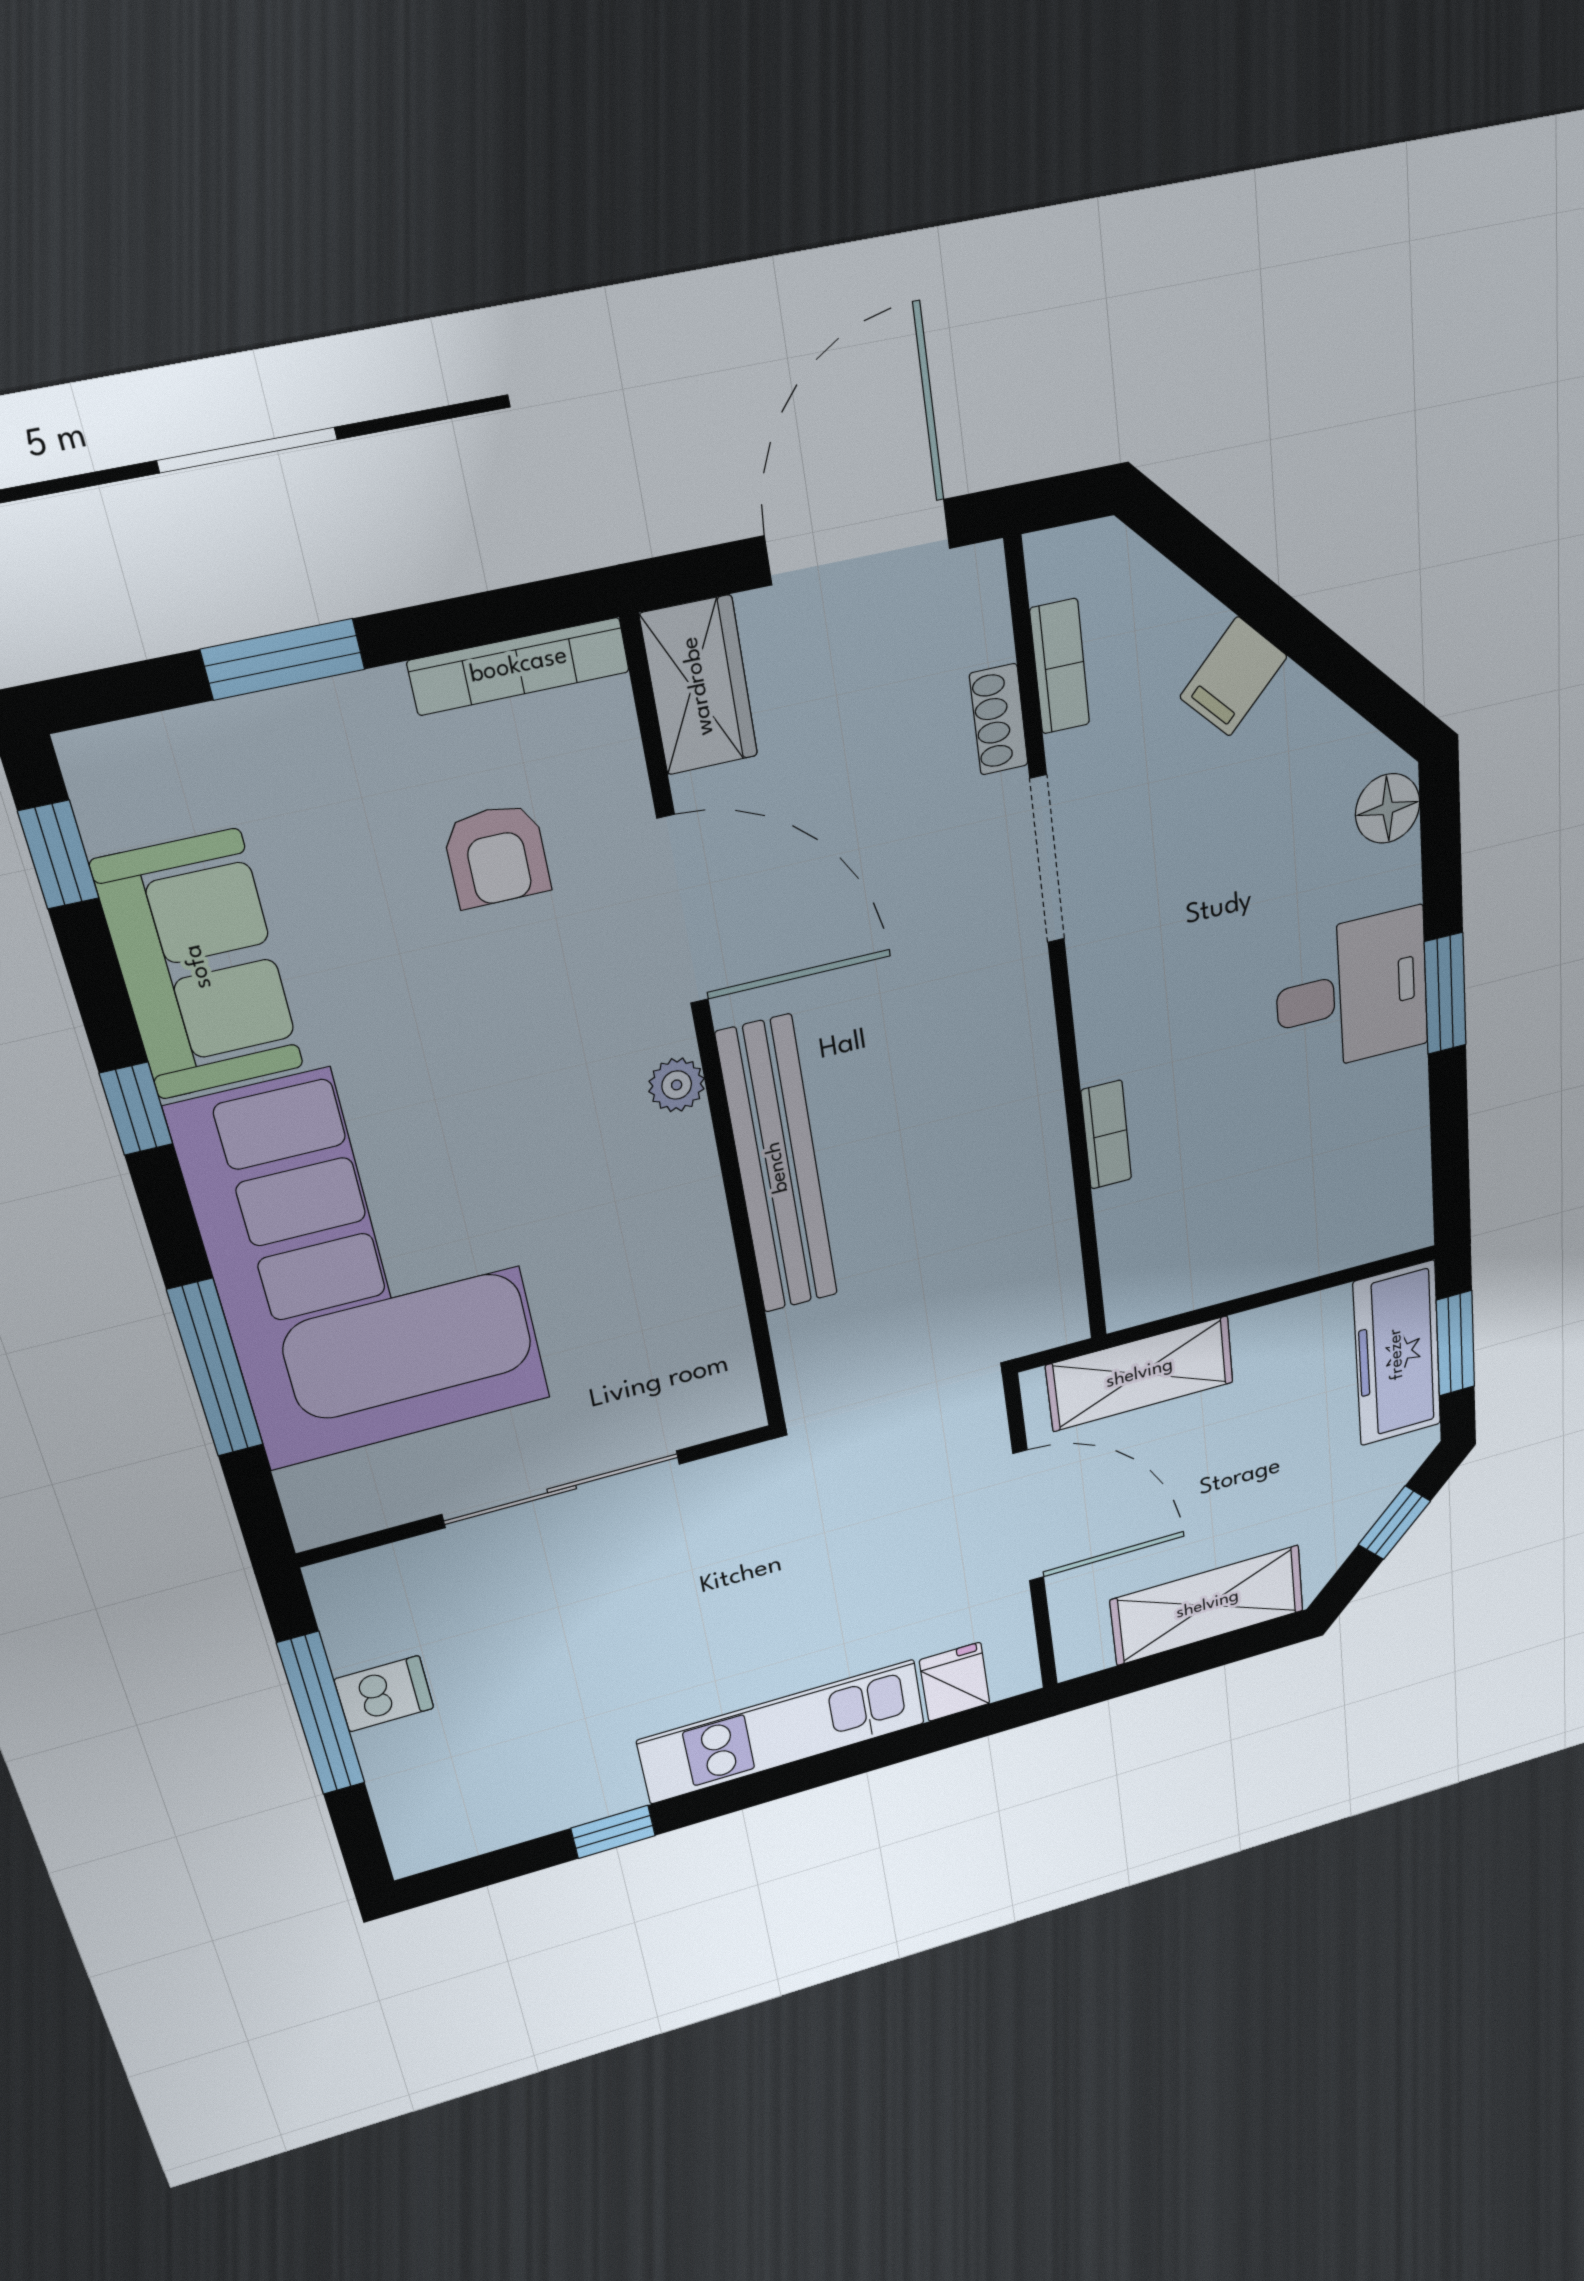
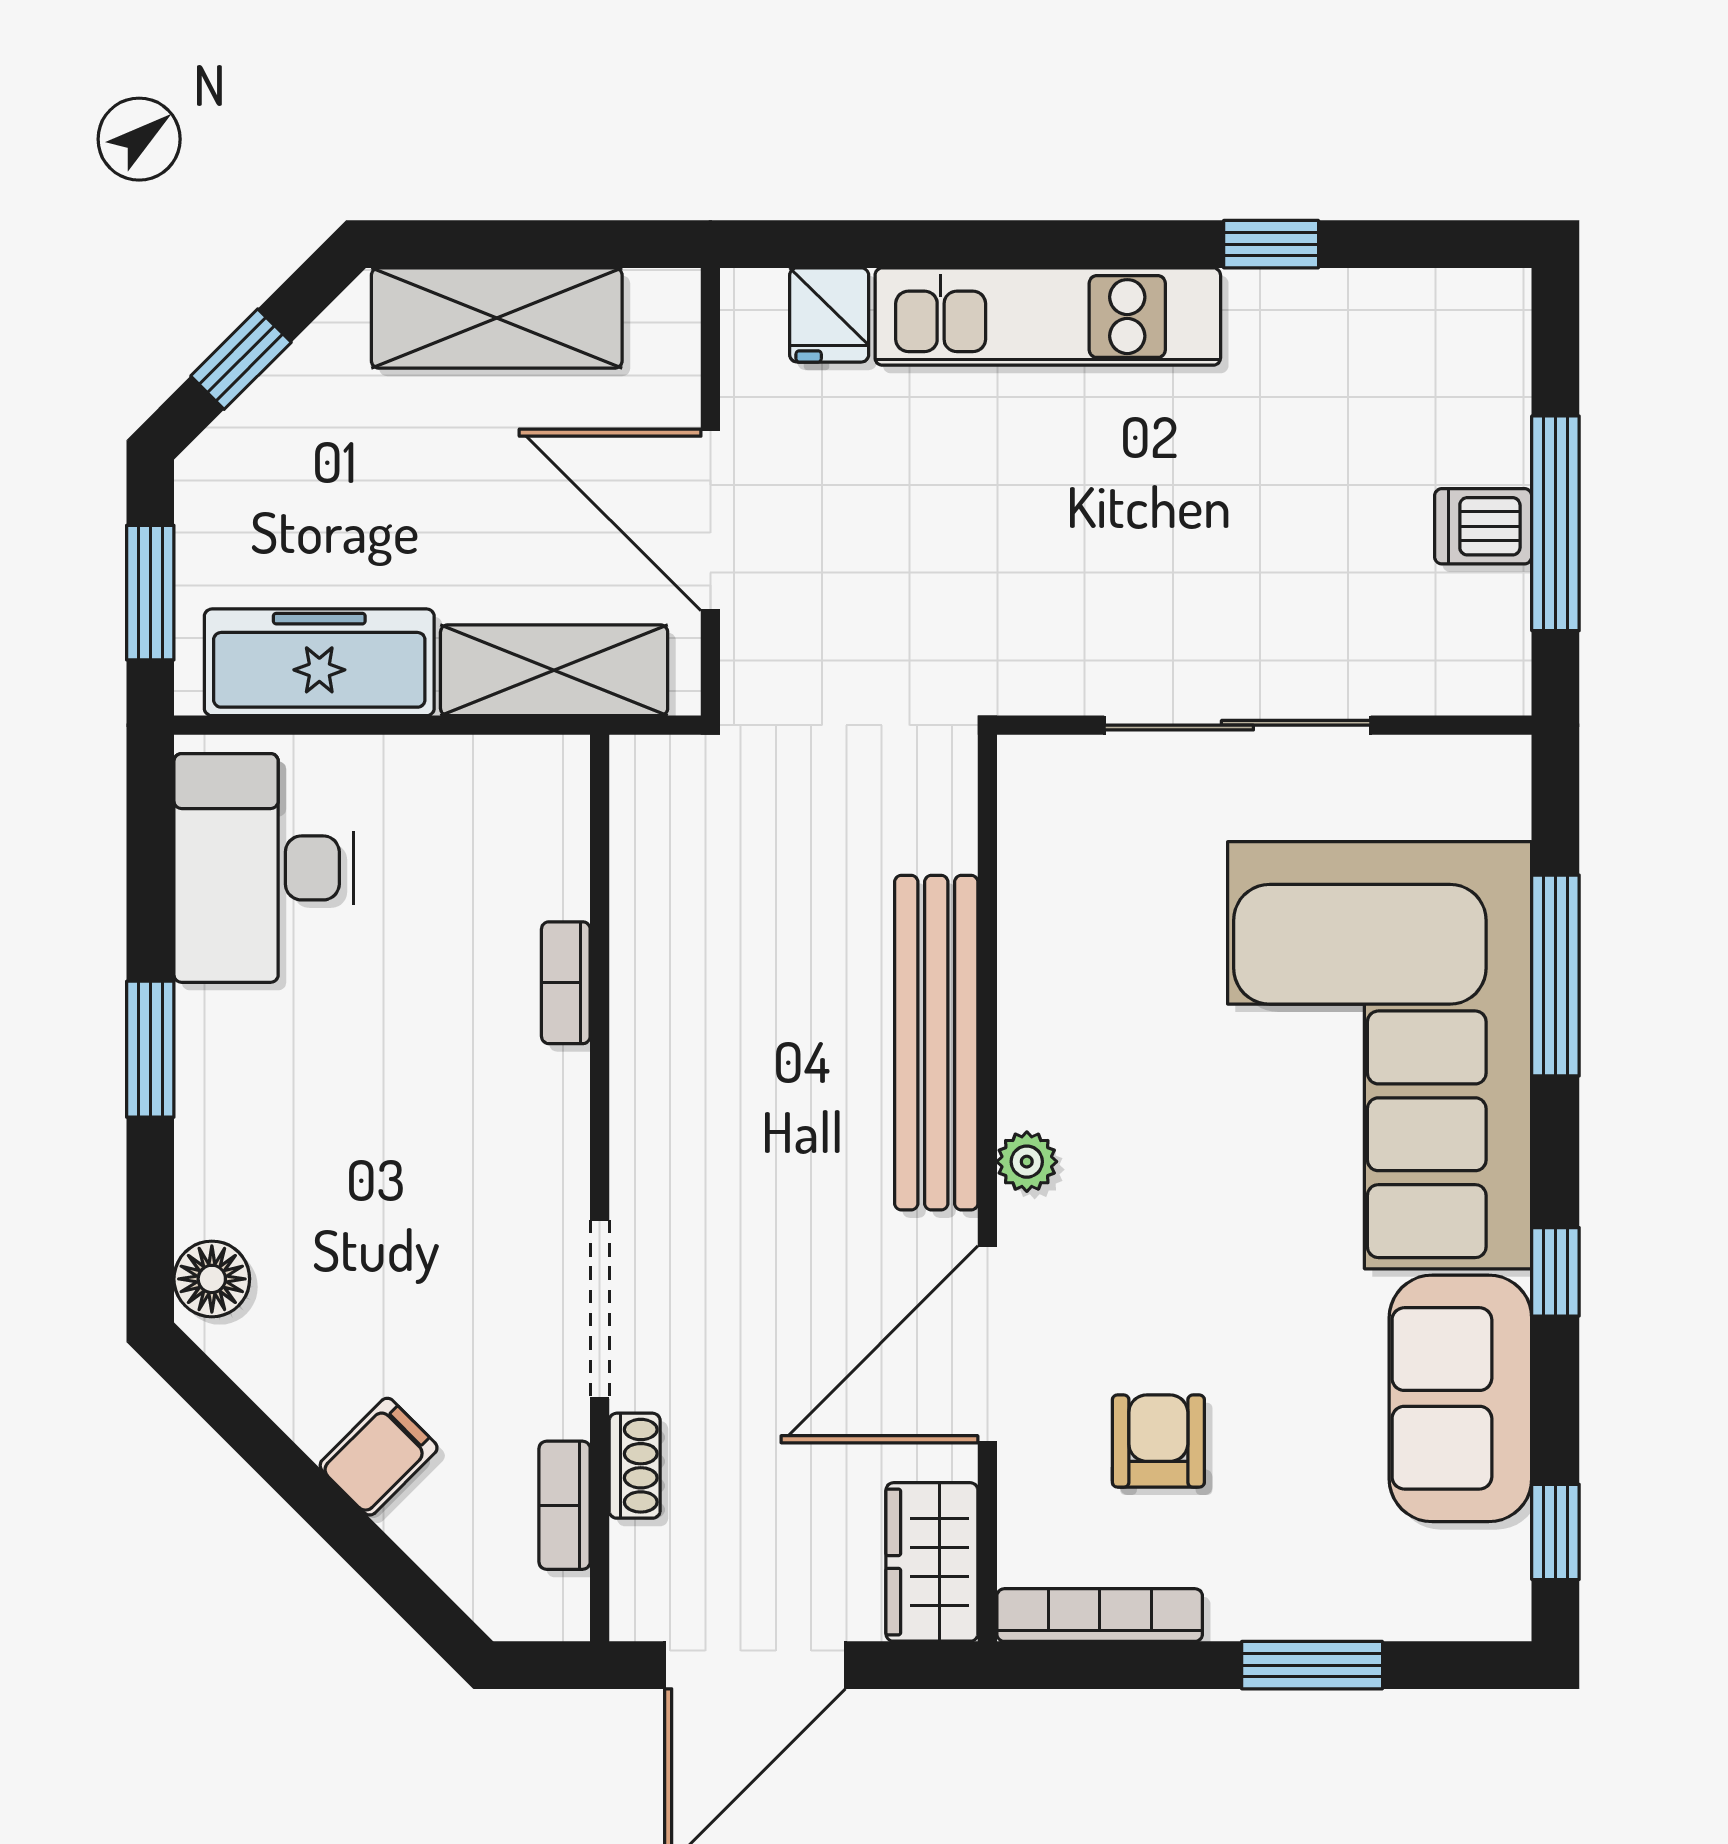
door: (683, 910) -> (987, 1344), hinge flipped
desk: (1352, 992) -> (264, 868), moved, width x1.37
freezer: (1397, 1354) -> (319, 662), moved, turned -90

